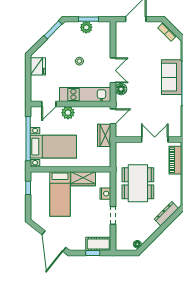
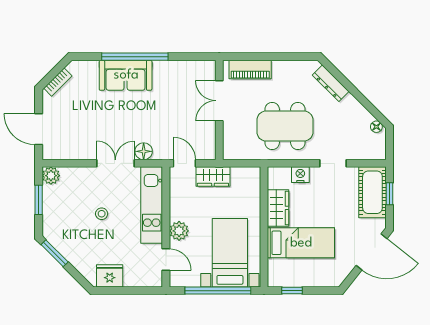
plant: (86, 27) -> (51, 176), moved
cot: (98, 244) -> (372, 192), width x1.37, depth x1.34

